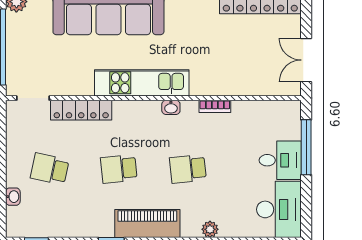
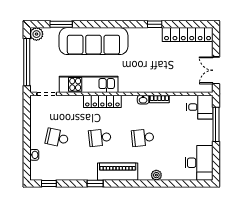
kitchen unit: (142, 83) -> (89, 84), moved
washbasin: (171, 107) -> (143, 100), moved
locker: (81, 110) -> (102, 101), moved
desk: (280, 160) -> (200, 107), moved

